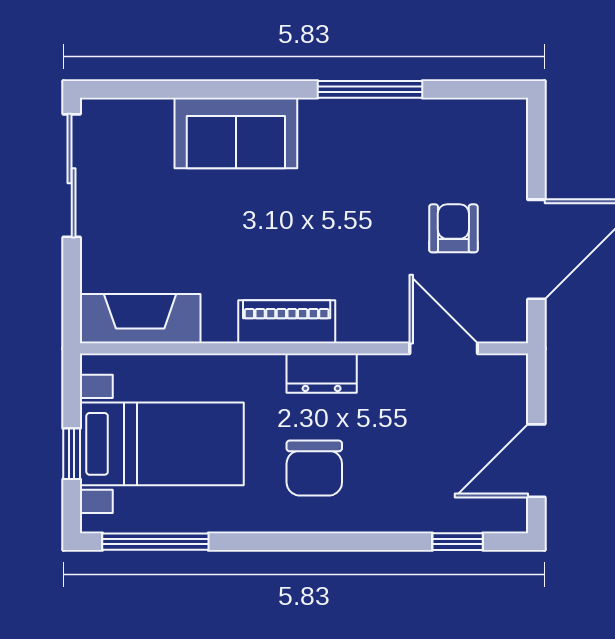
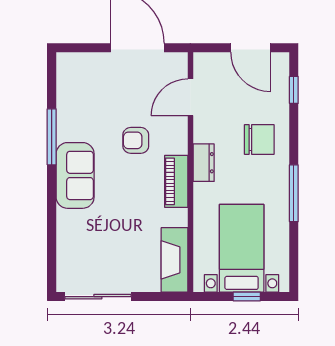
sofa: (236, 133) -> (75, 175), moved
armchair: (453, 228) -> (136, 140), moved
chair: (314, 468) -> (259, 140), moved
window: (155, 542) -> (294, 193), moved

